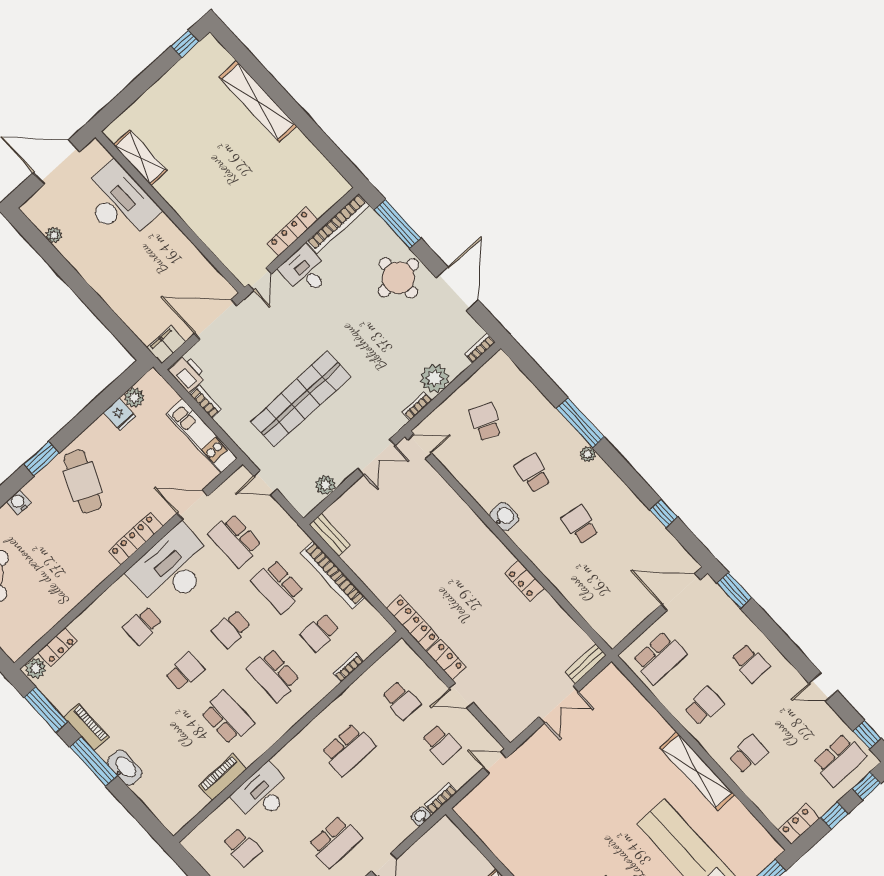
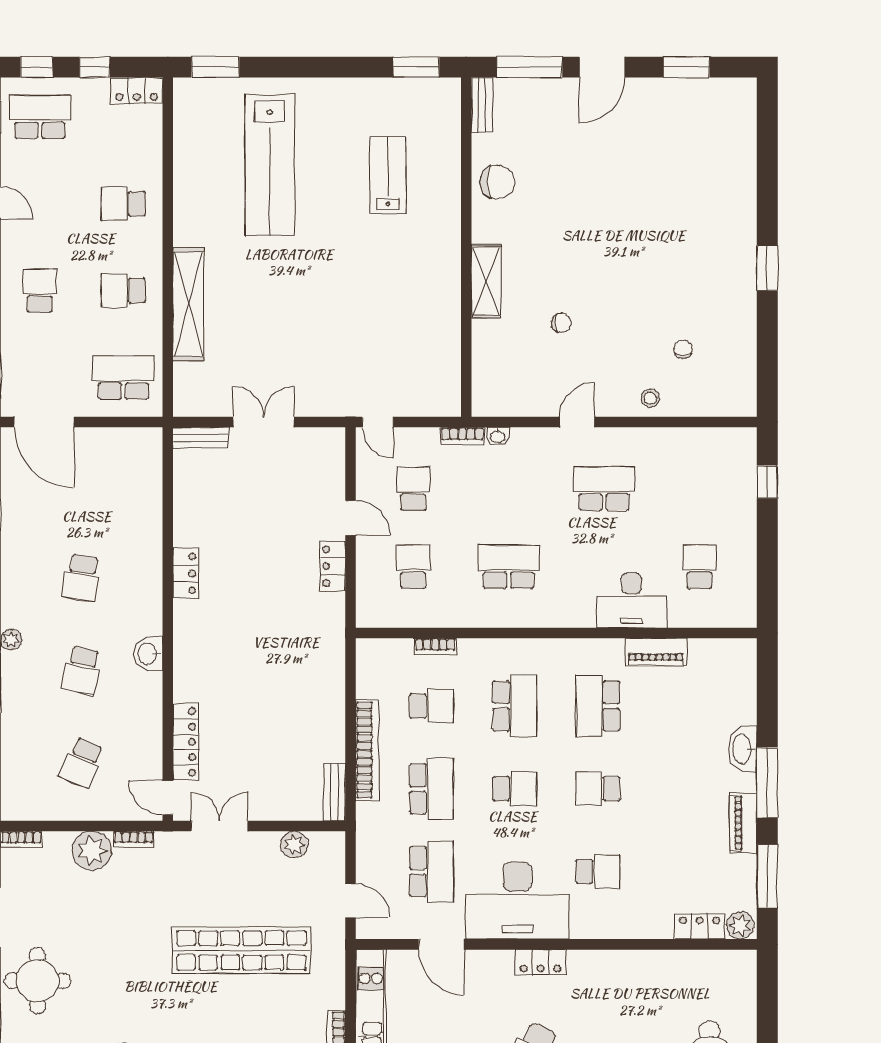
locker: (135, 539) -> (540, 962), width x0.66
locker: (413, 623) -> (186, 742), moved, turned 180
shelving: (697, 771) -> (188, 304), moved

